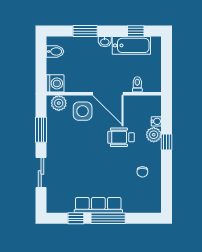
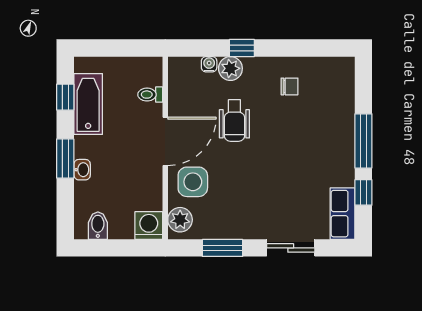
window: (85, 31) -> (65, 158), moved
washbasin: (105, 42) -> (82, 170), moved
row of seats: (98, 205) -> (343, 214), moved, width x0.68

